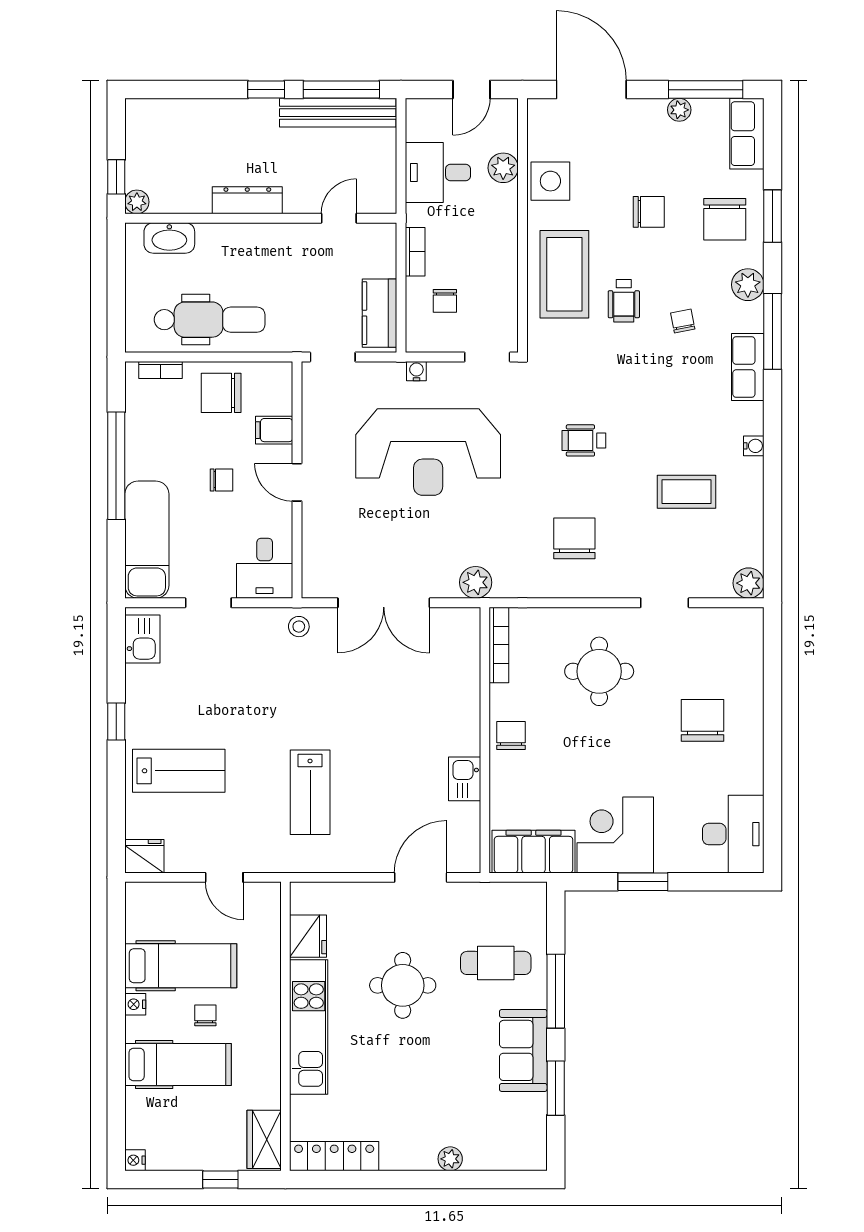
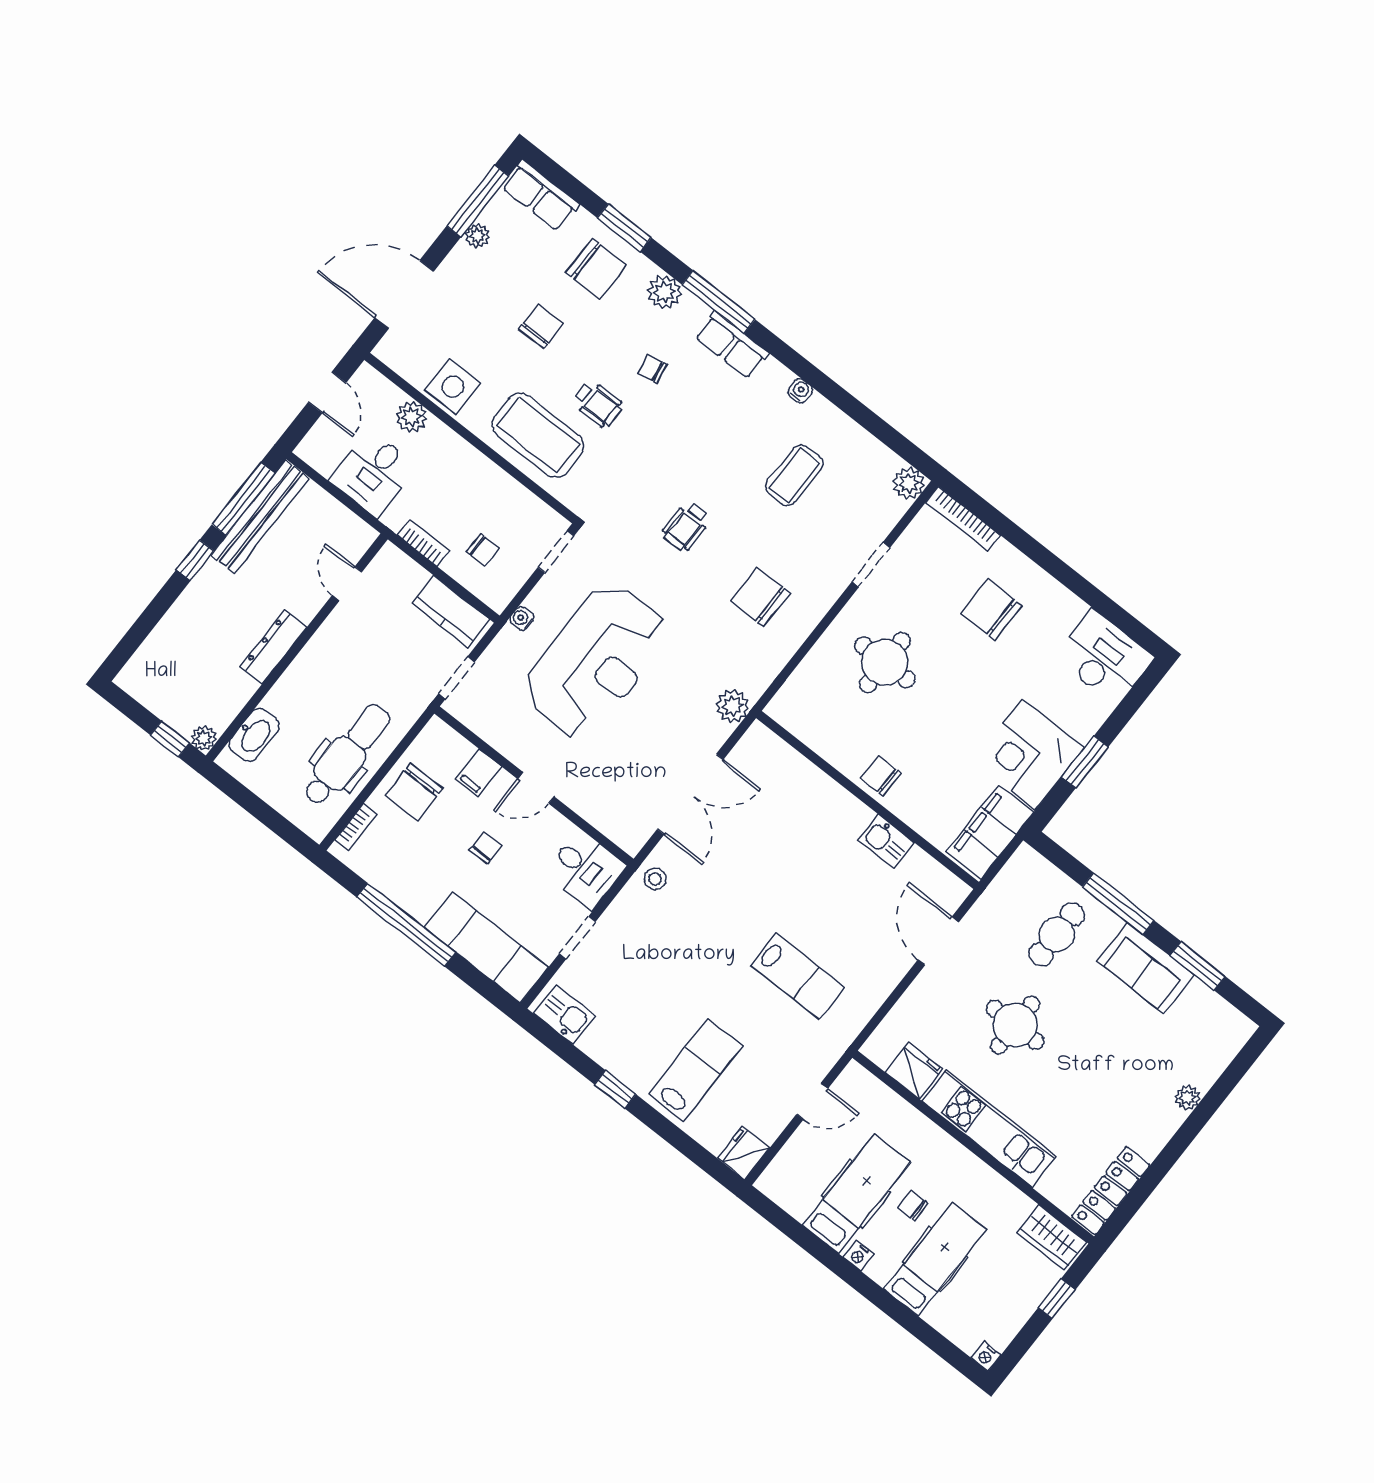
bookcase: (499, 645) -> (963, 519), moved, turned 180

